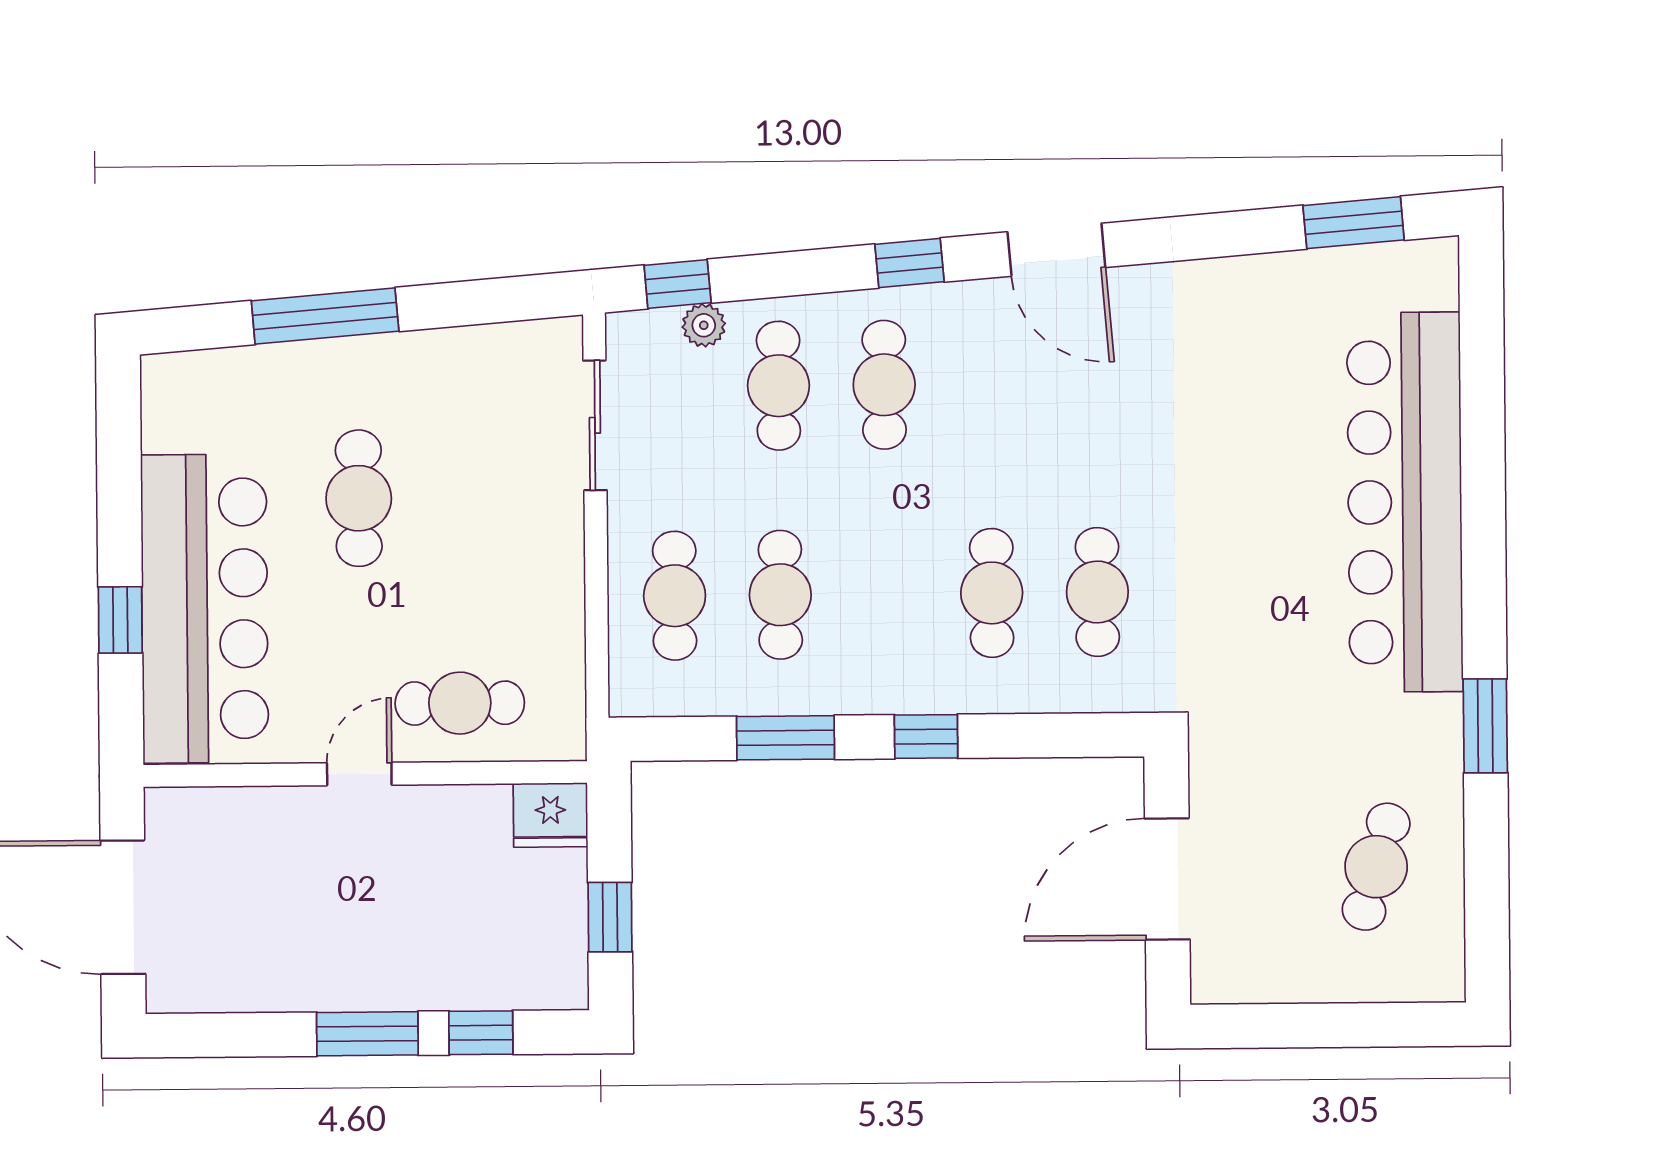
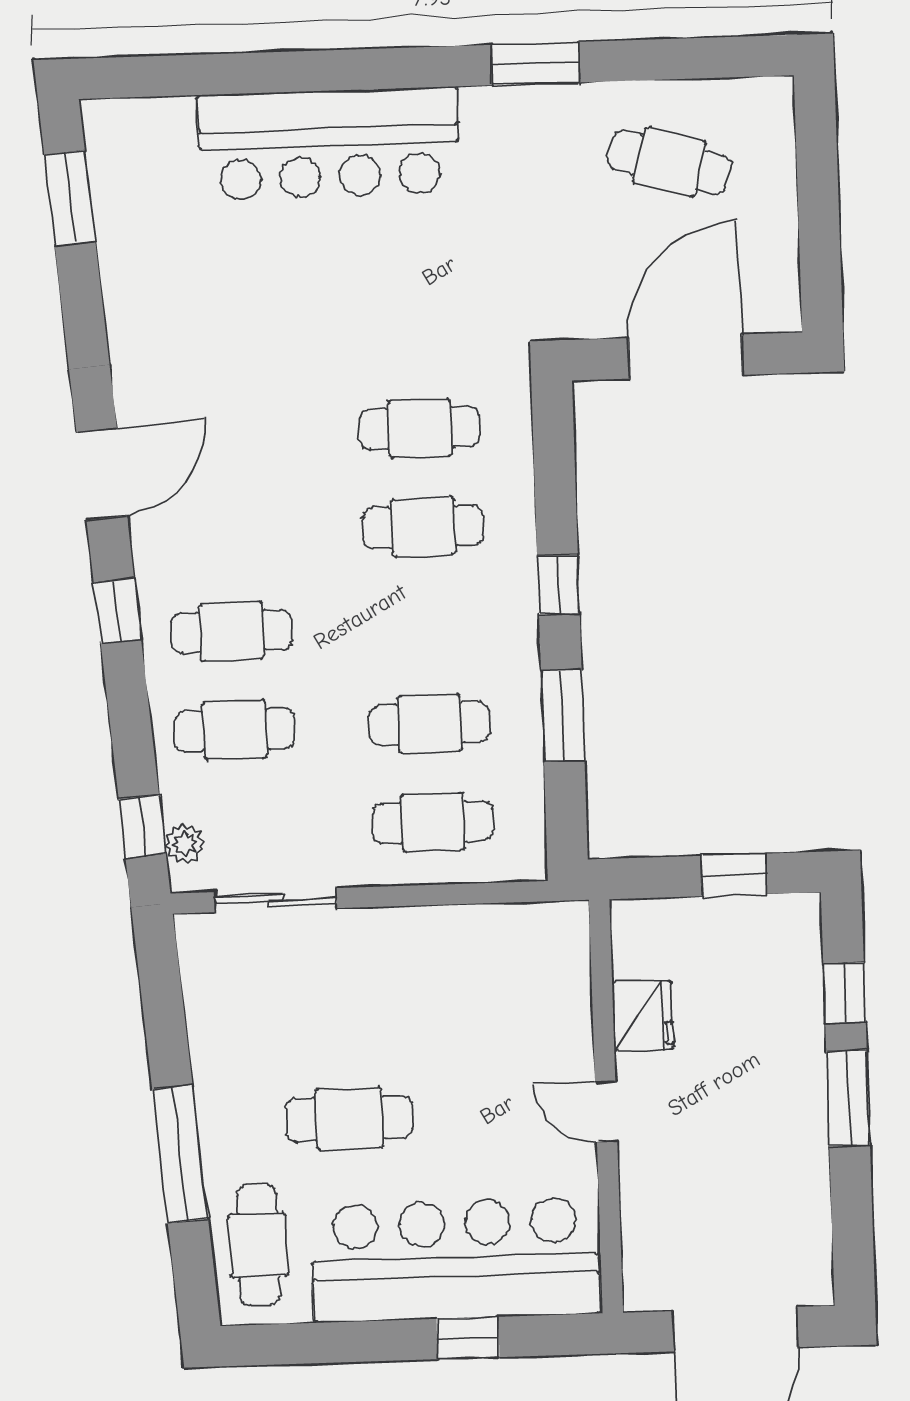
plant: (704, 325) -> (185, 844), moved
bar counter: (1405, 502) -> (329, 144), width x0.73
cafe table: (460, 703) -> (258, 1245), moved
fridge: (550, 815) -> (643, 1016), moved
door: (1167, 879) -> (686, 356), swing flipped

